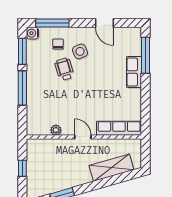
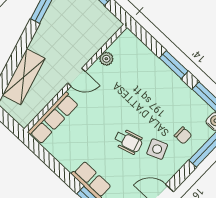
wheelchair: (64, 69) -> (128, 141), moved
window: (22, 88) -> (174, 65), width x0.69

